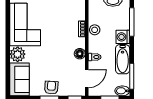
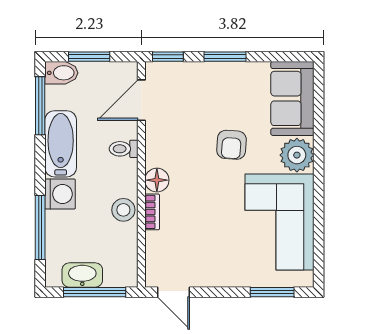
floor lamp: (80, 54) -> (157, 180), moved
armchair: (51, 88) -> (231, 145), moved

